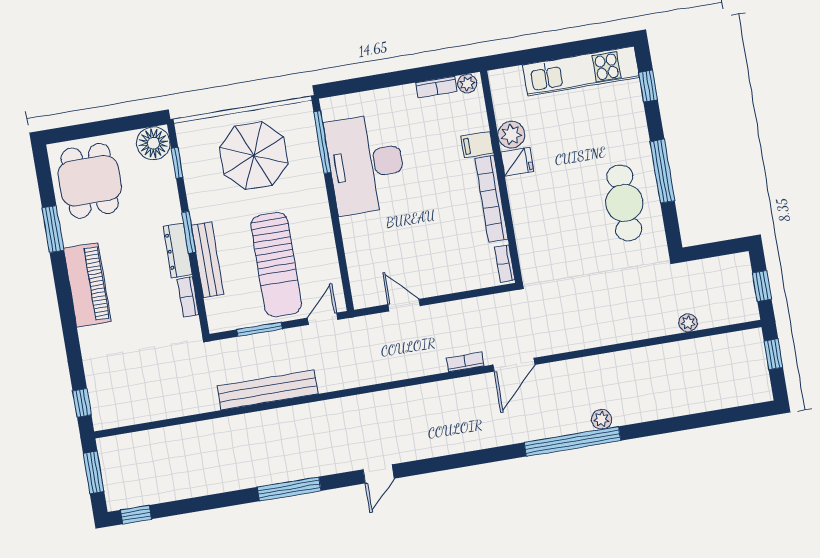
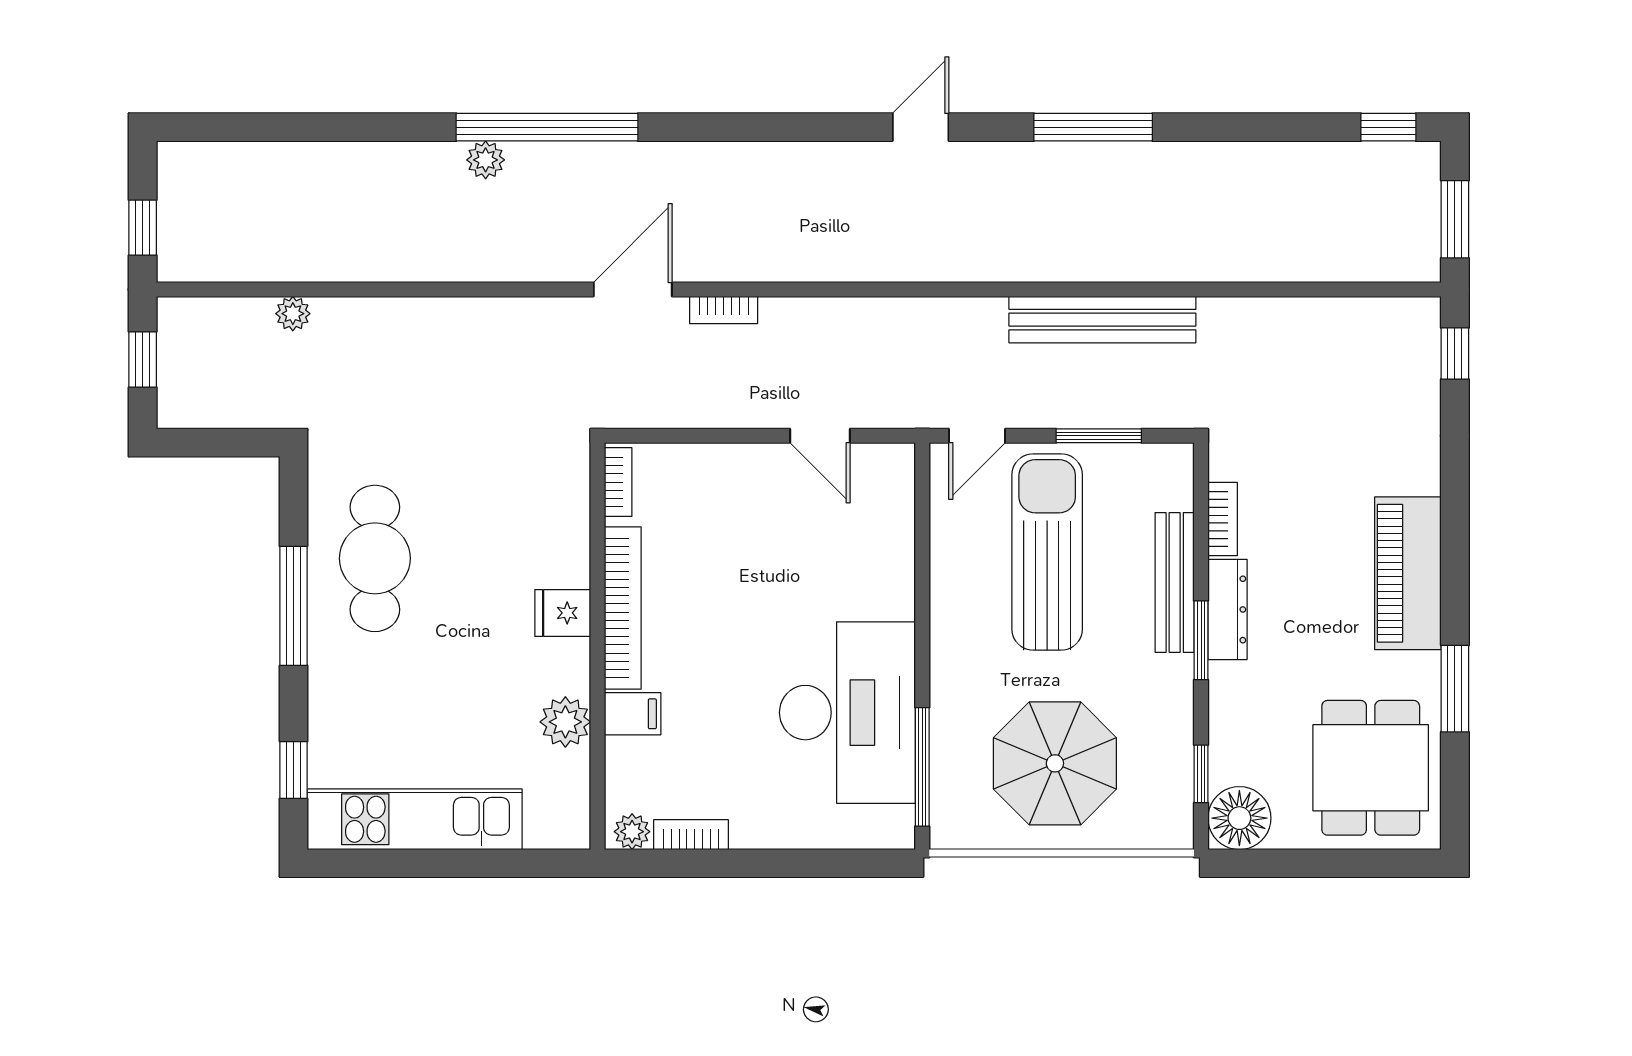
fridge: (517, 162) -> (563, 613), moved

